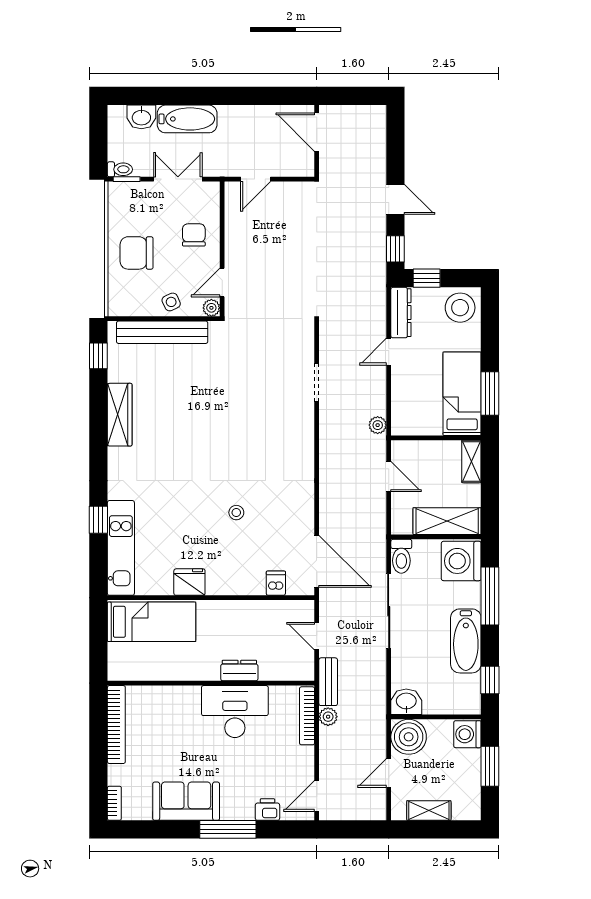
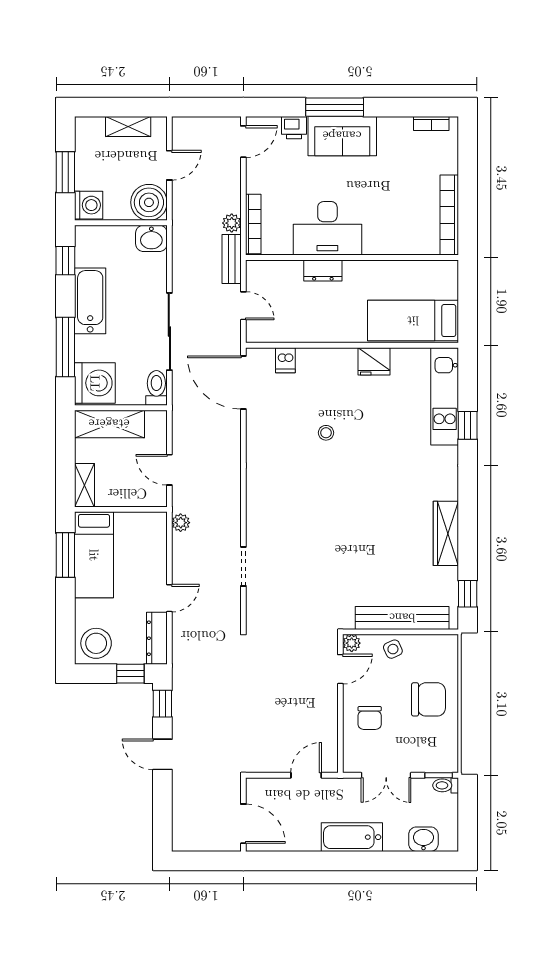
bathtub: (187, 119) -> (352, 837), moved
sofa: (186, 801) -> (342, 136), moved
bookcase: (114, 803) -> (431, 124), moved, turned -90

